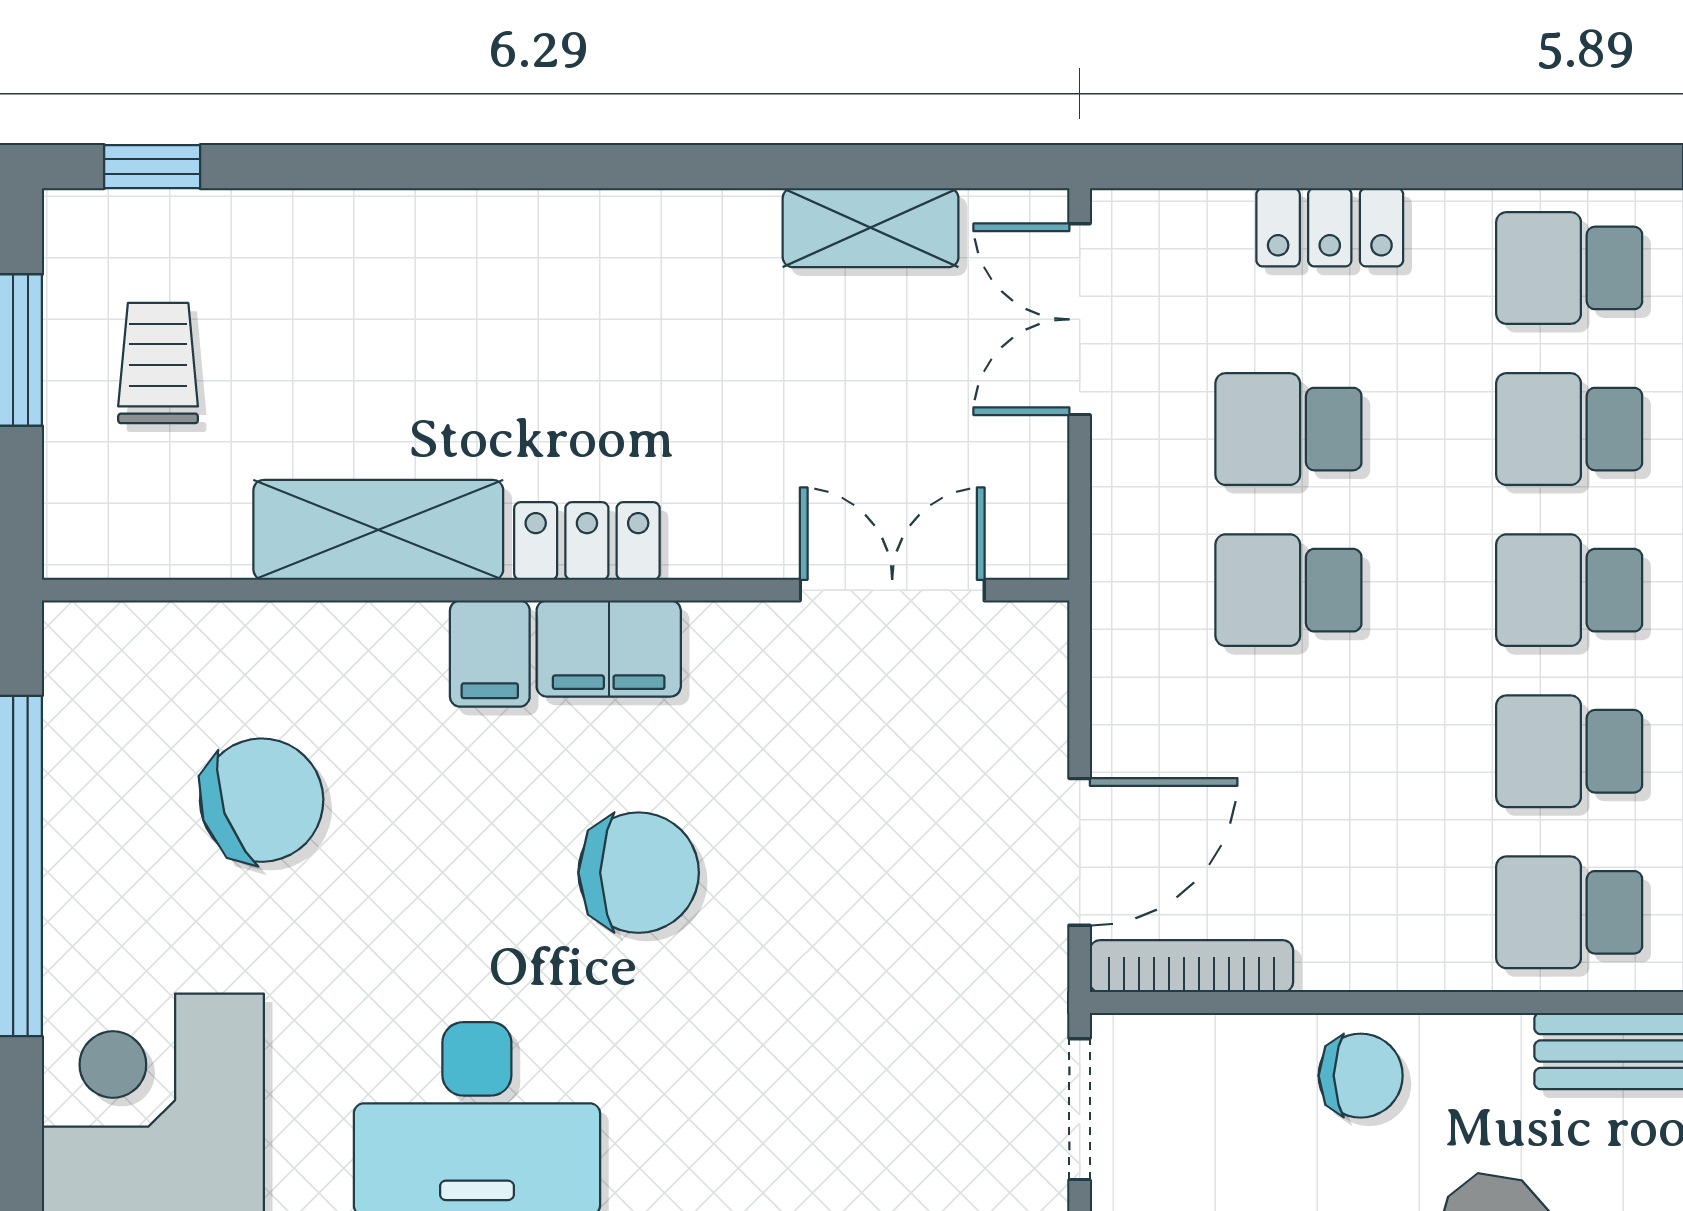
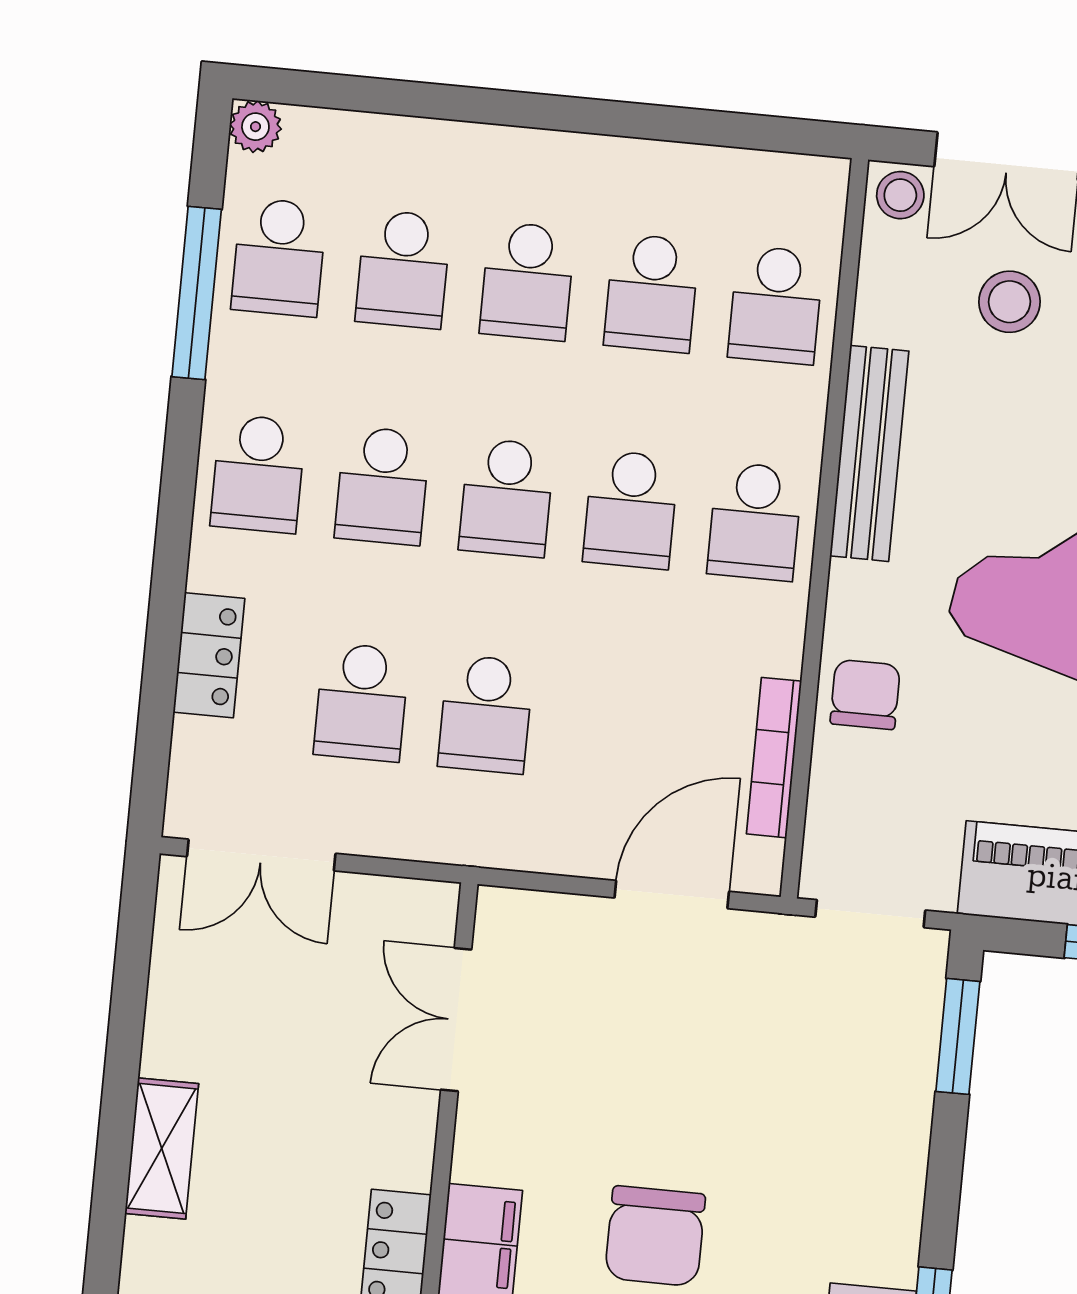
shelving: (871, 228) -> (162, 1148), moved
door: (1080, 852) -> (672, 895), hinge flipped
chair: (639, 873) -> (655, 1236), turned 180
bookcase: (1191, 966) -> (774, 758), moved

